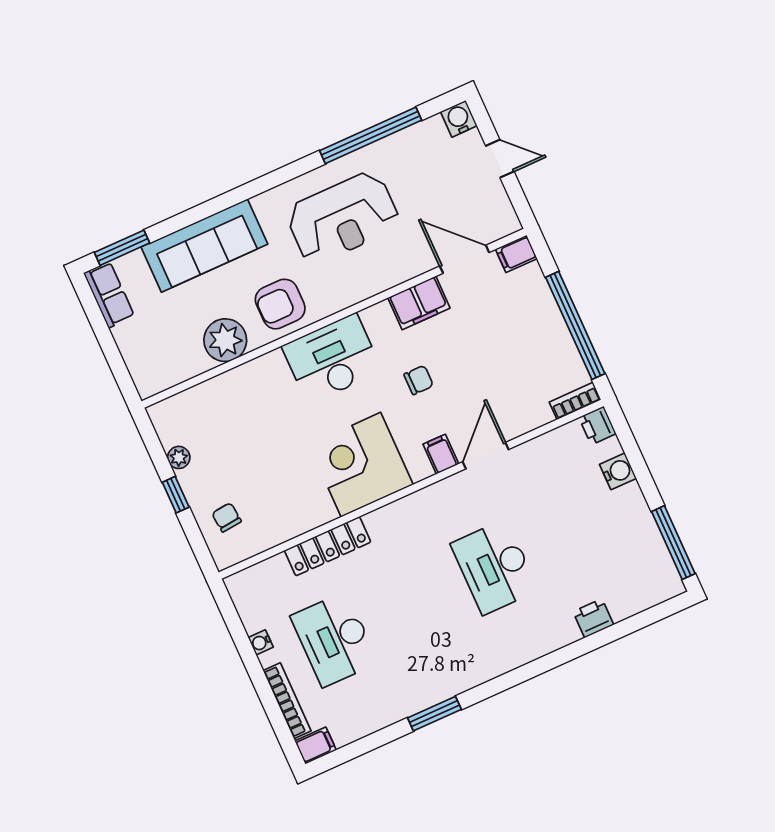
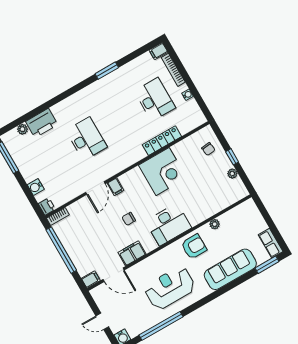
plant: (225, 340) -> (215, 224), width x0.53, depth x0.53
corner desk: (361, 465) -> (163, 172), moved
plant: (635, 602) -> (22, 129), added
printer: (593, 618) -> (42, 123), width x1.87, depth x1.48

